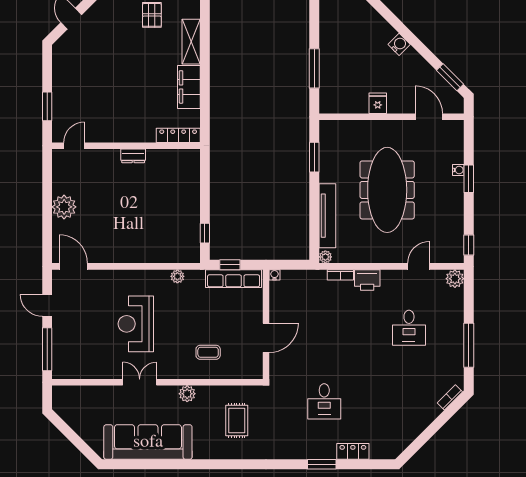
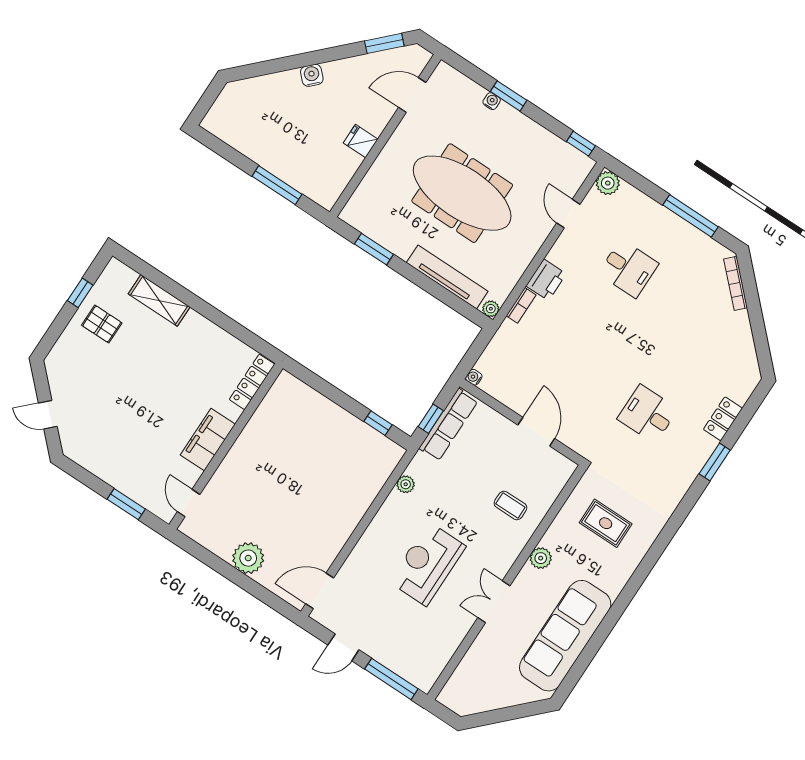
filing cabinet: (189, 87) -> (208, 440), moved, turned 90
dresser: (133, 156) -> (242, 446), removed
reception desk: (136, 324) -> (427, 564), turned 90
coffee table: (208, 352) -> (510, 505), turned 90
bookcase: (450, 397) -> (736, 283), width x1.56
desk: (324, 401) -> (648, 414), turned 180

